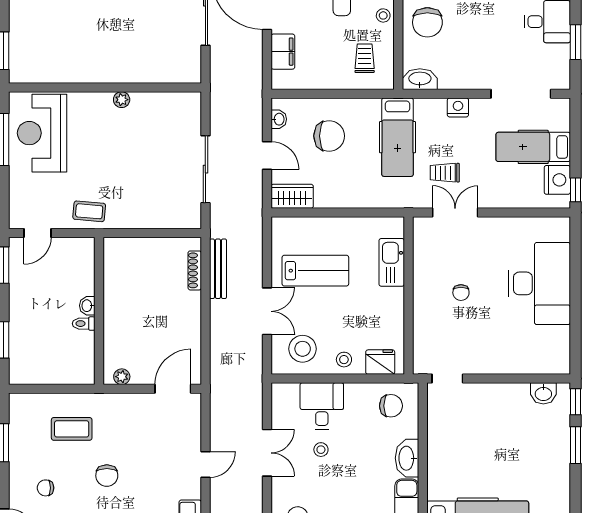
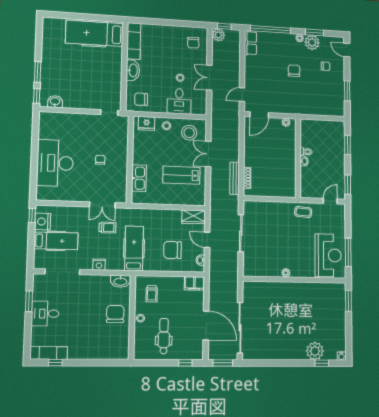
filing cabinet: (283, 52) -> (194, 283), moved, turned -90
coffee table: (72, 429) -> (312, 96), removed
door: (205, 465) -> (242, 95), moved

